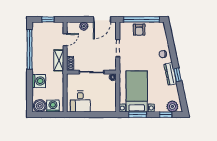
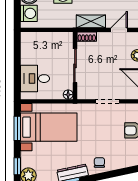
door: (65, 40) -> (119, 30), swing flipped
desk: (80, 102) -> (35, 79), moved

